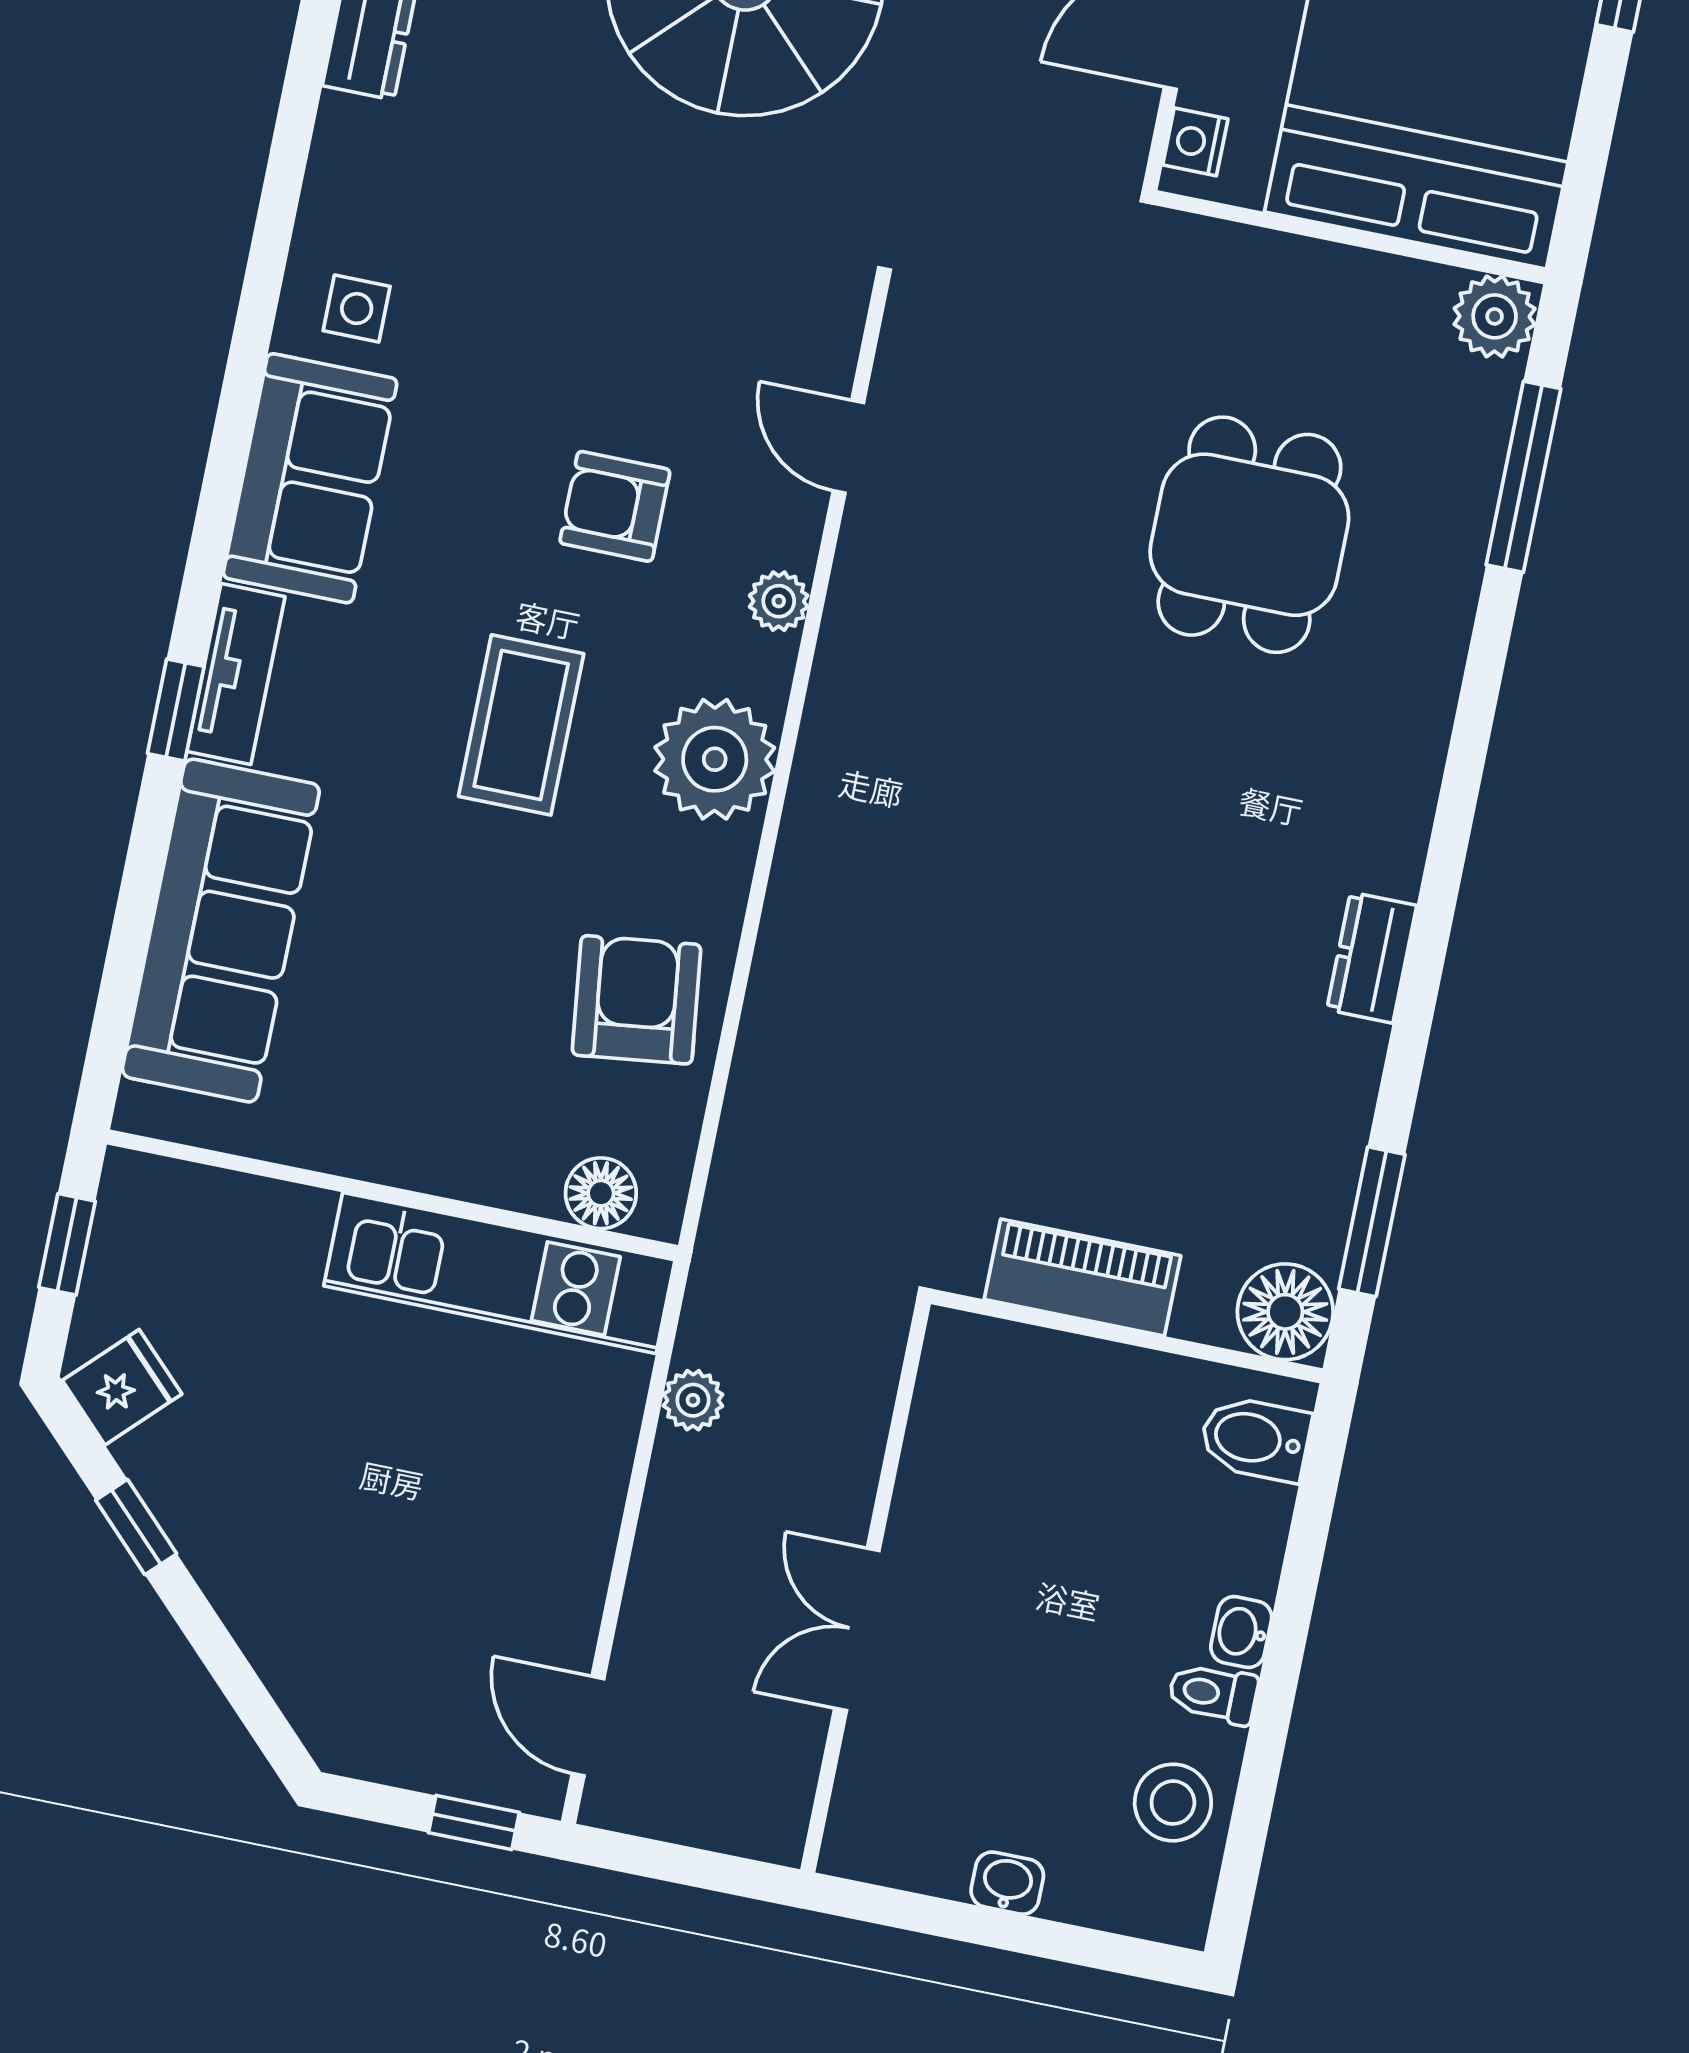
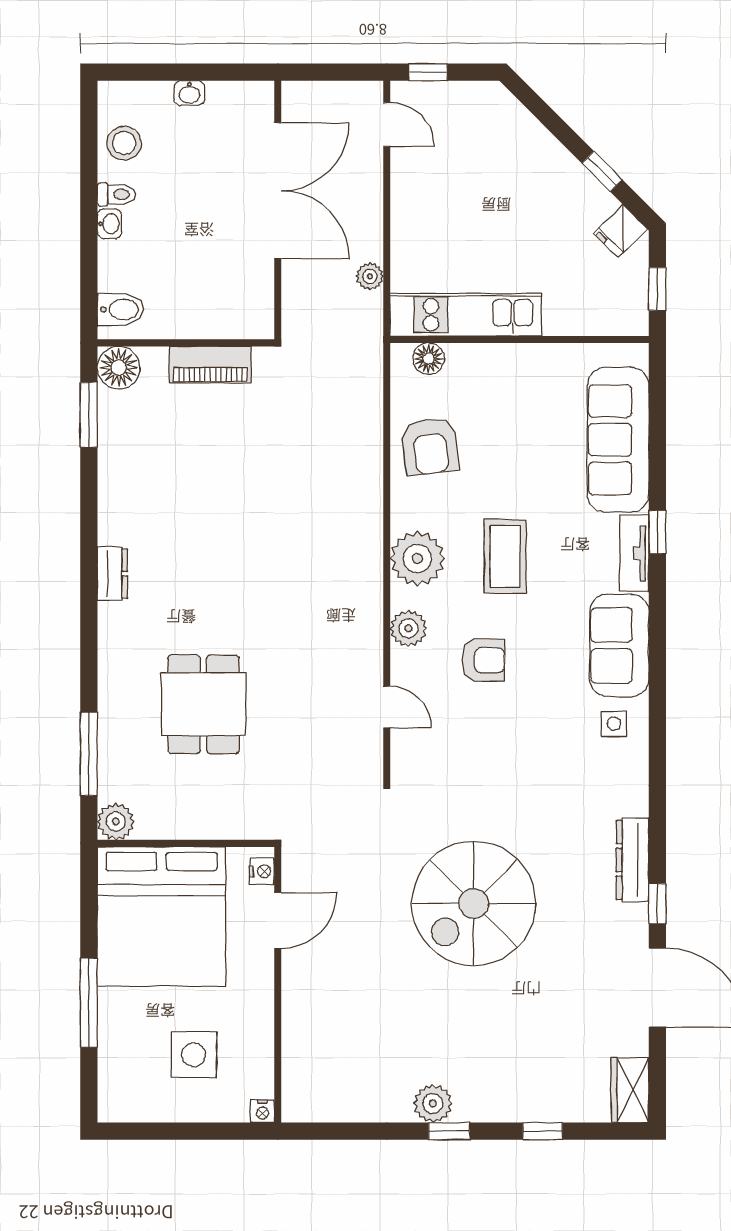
plant: (779, 601) -> (408, 628), width x1.38, depth x1.38
dresser: (1372, 958) -> (112, 574), moved
double door: (857, 1629) -> (278, 191), width x1.87

